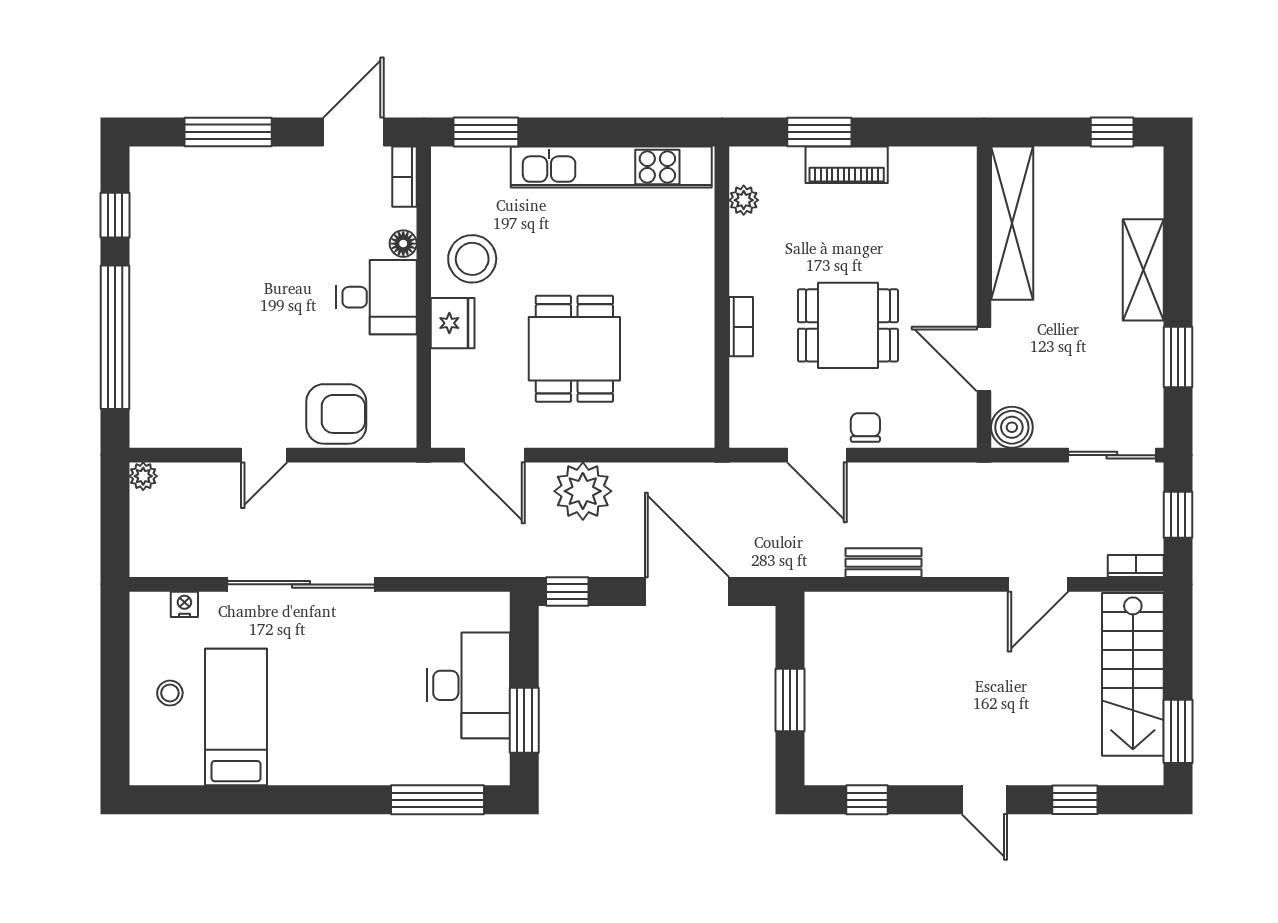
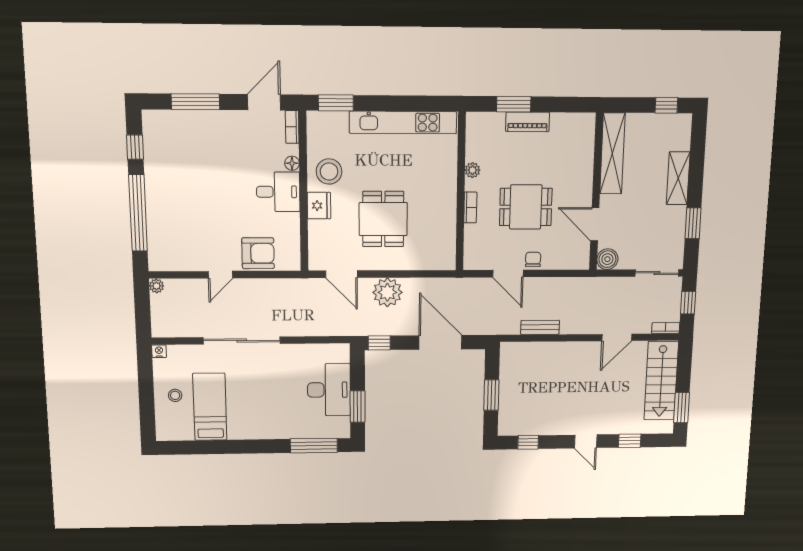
plant: (744, 200) -> (472, 170), moved
nightstand: (184, 604) -> (159, 351), moved

